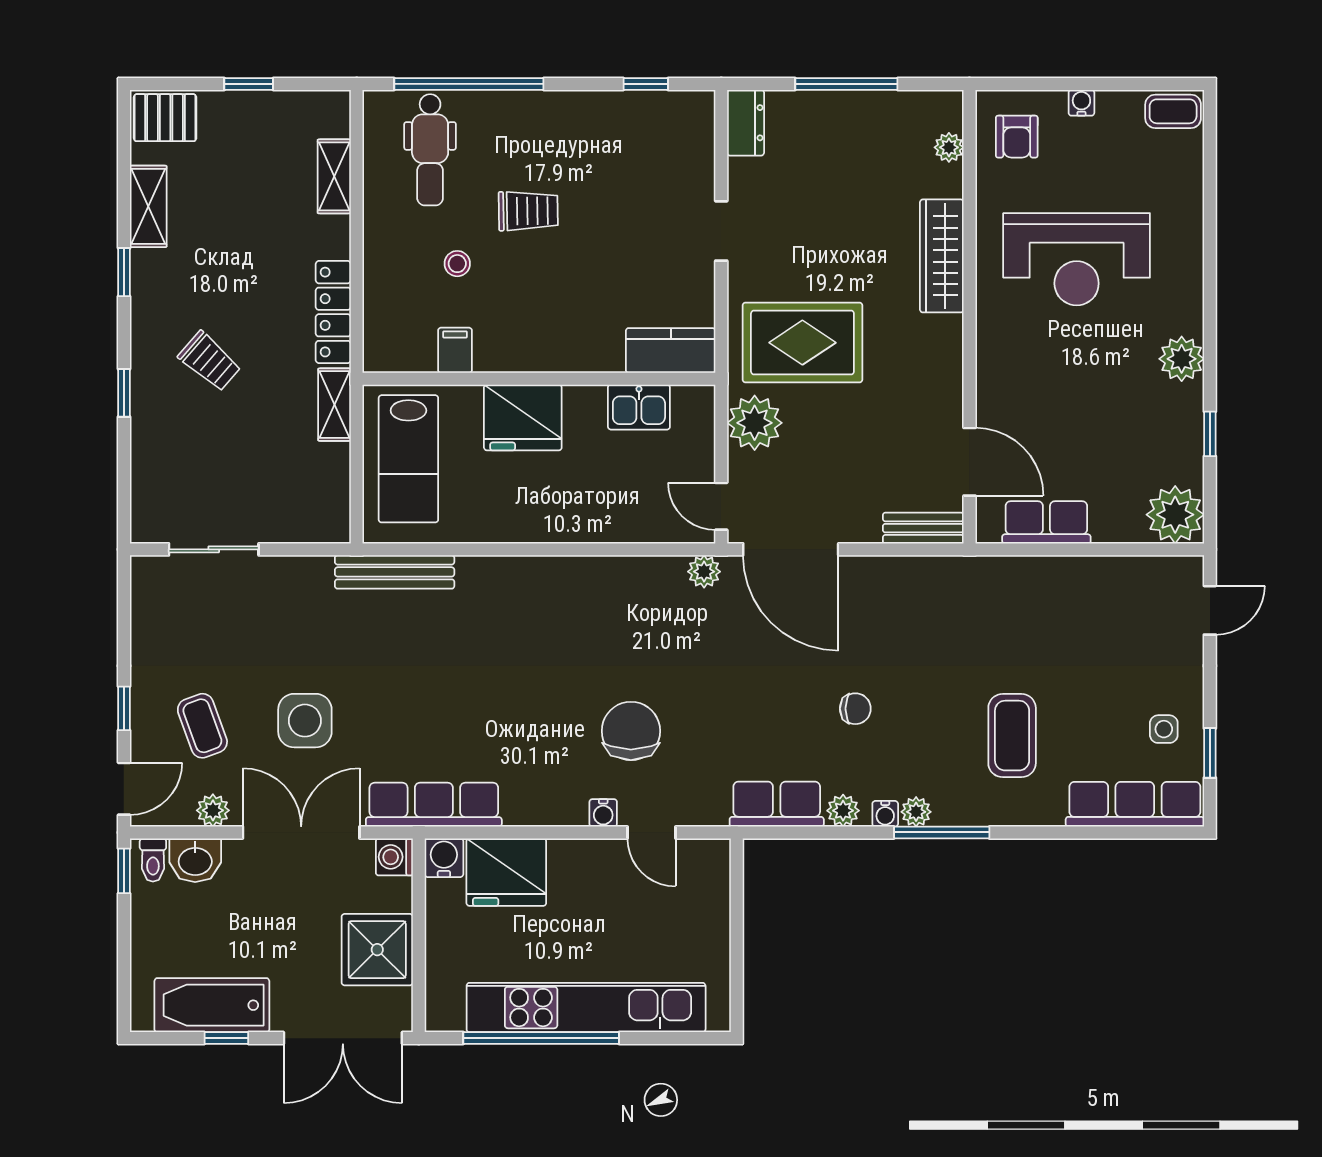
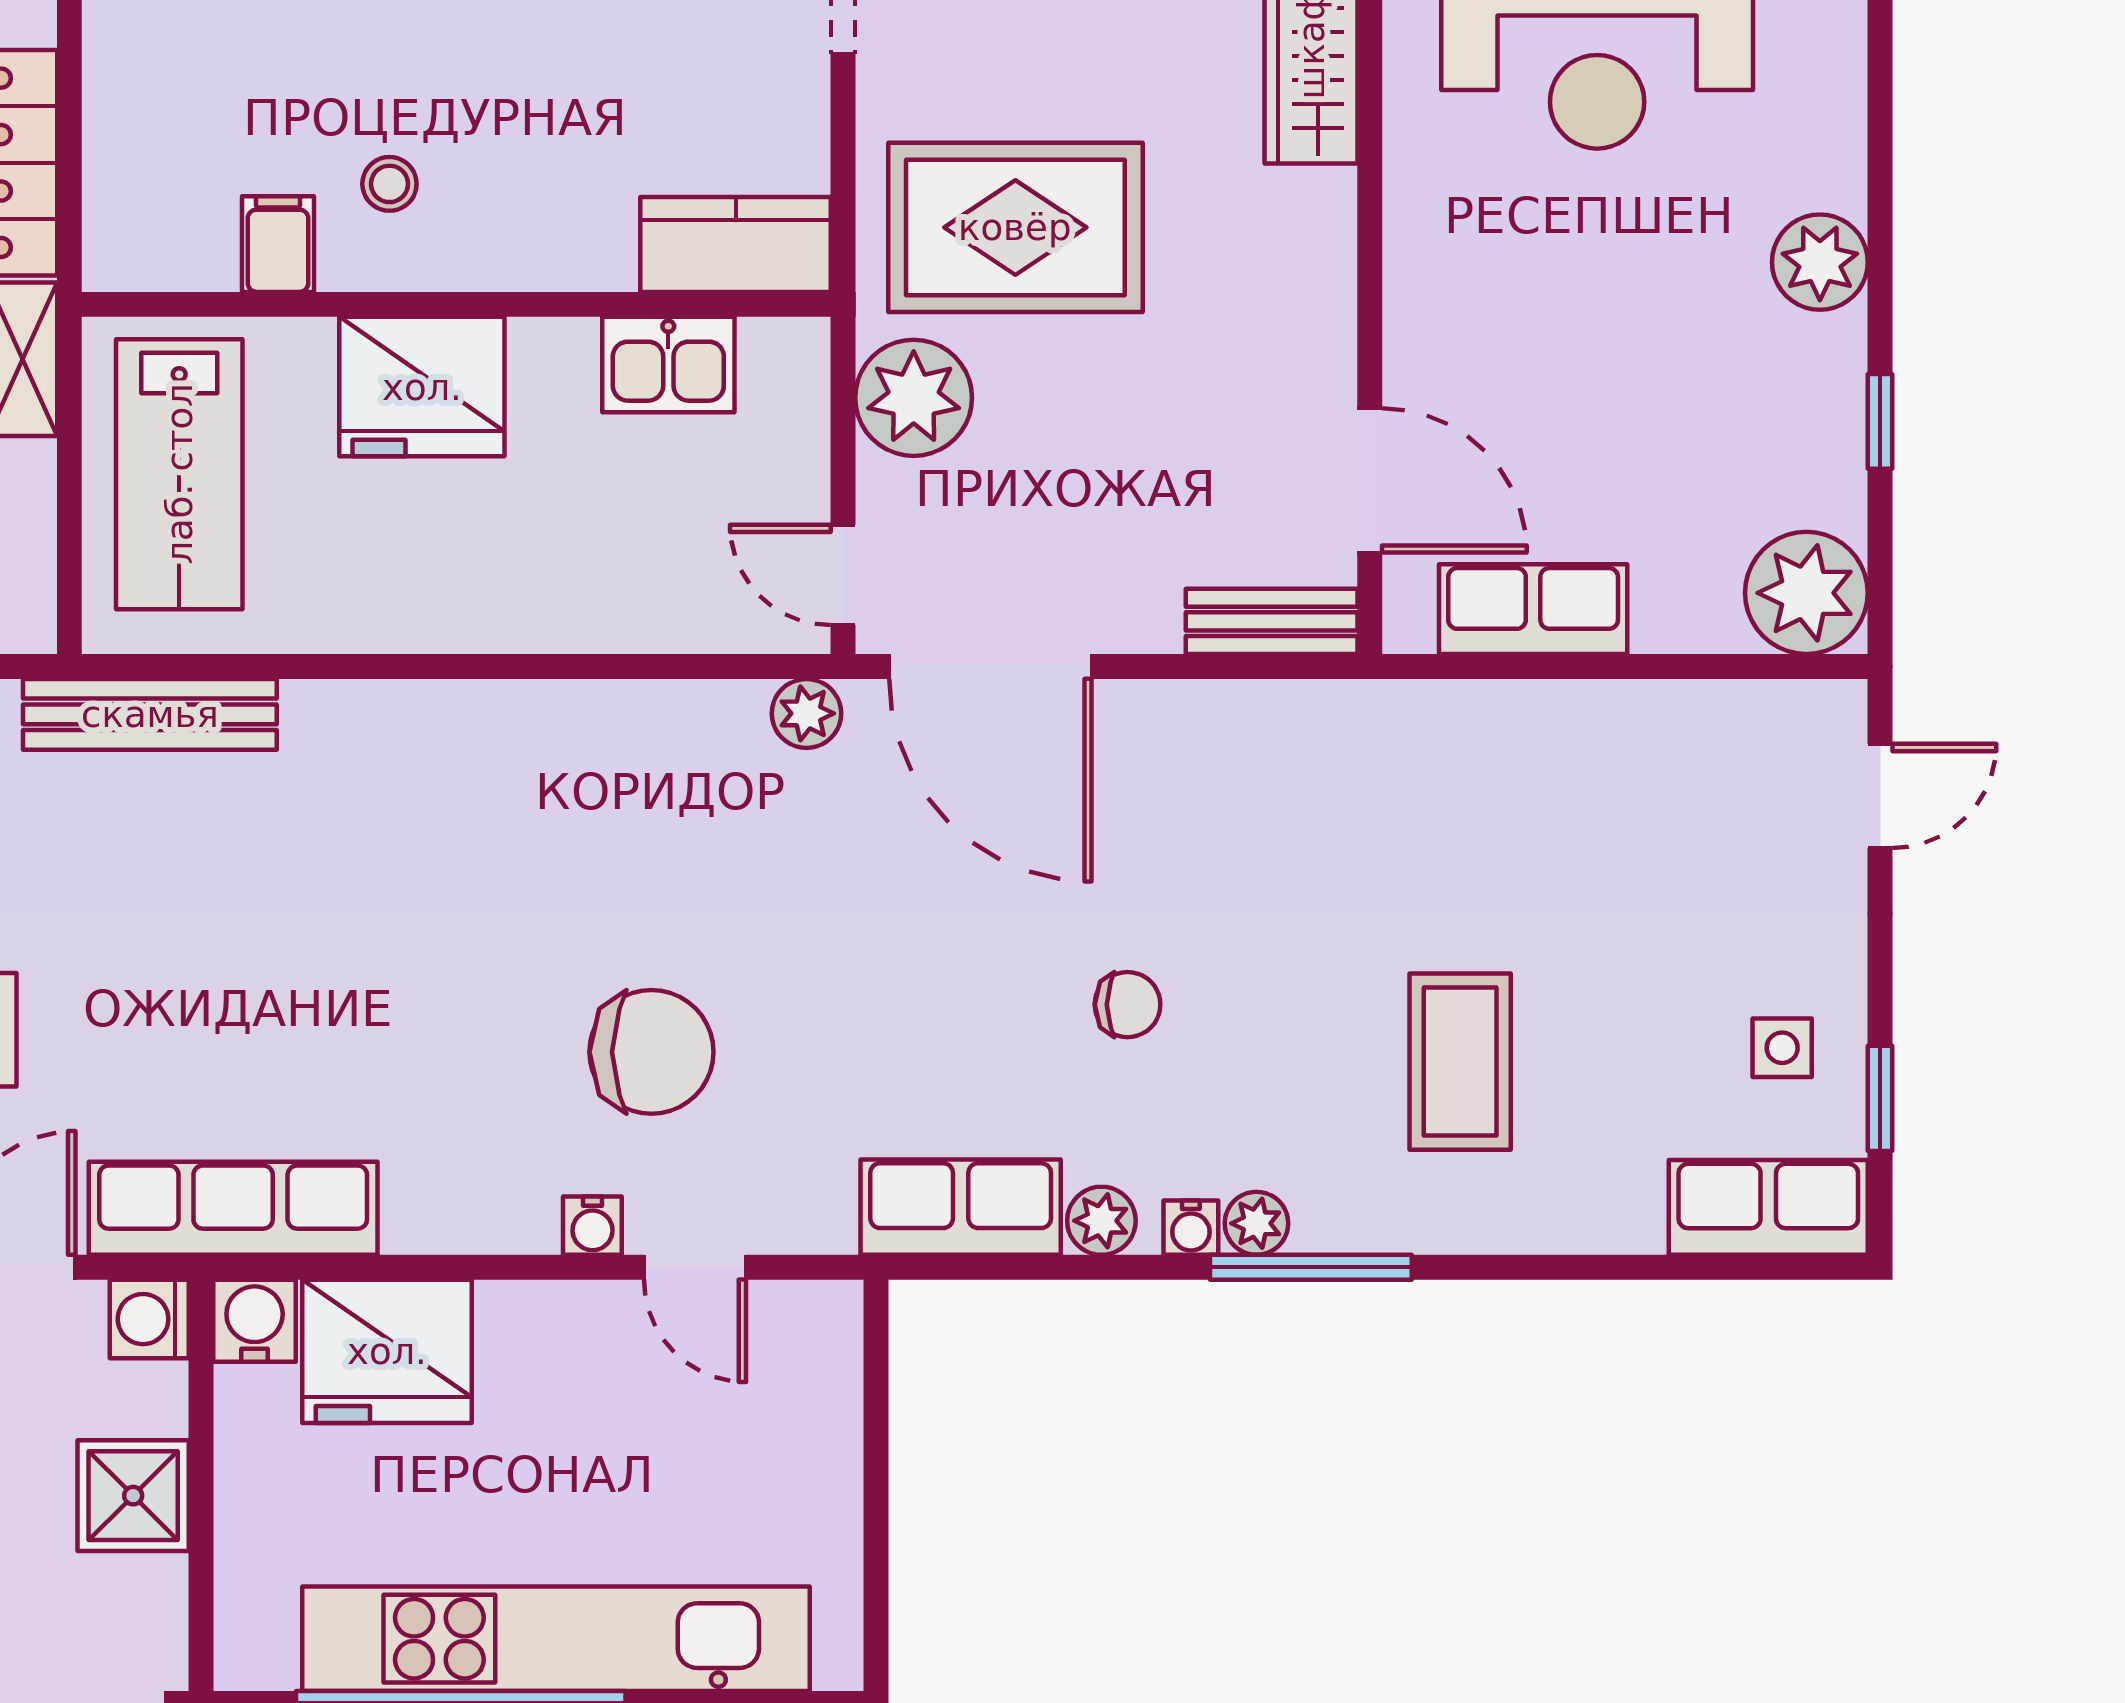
stool: (457, 264) -> (389, 184), moved
chair: (631, 731) -> (652, 1052), turned 90
row of seats: (1135, 804) -> (1768, 1207), width x0.68
shower: (377, 950) -> (133, 1496), width x0.73, depth x0.73

